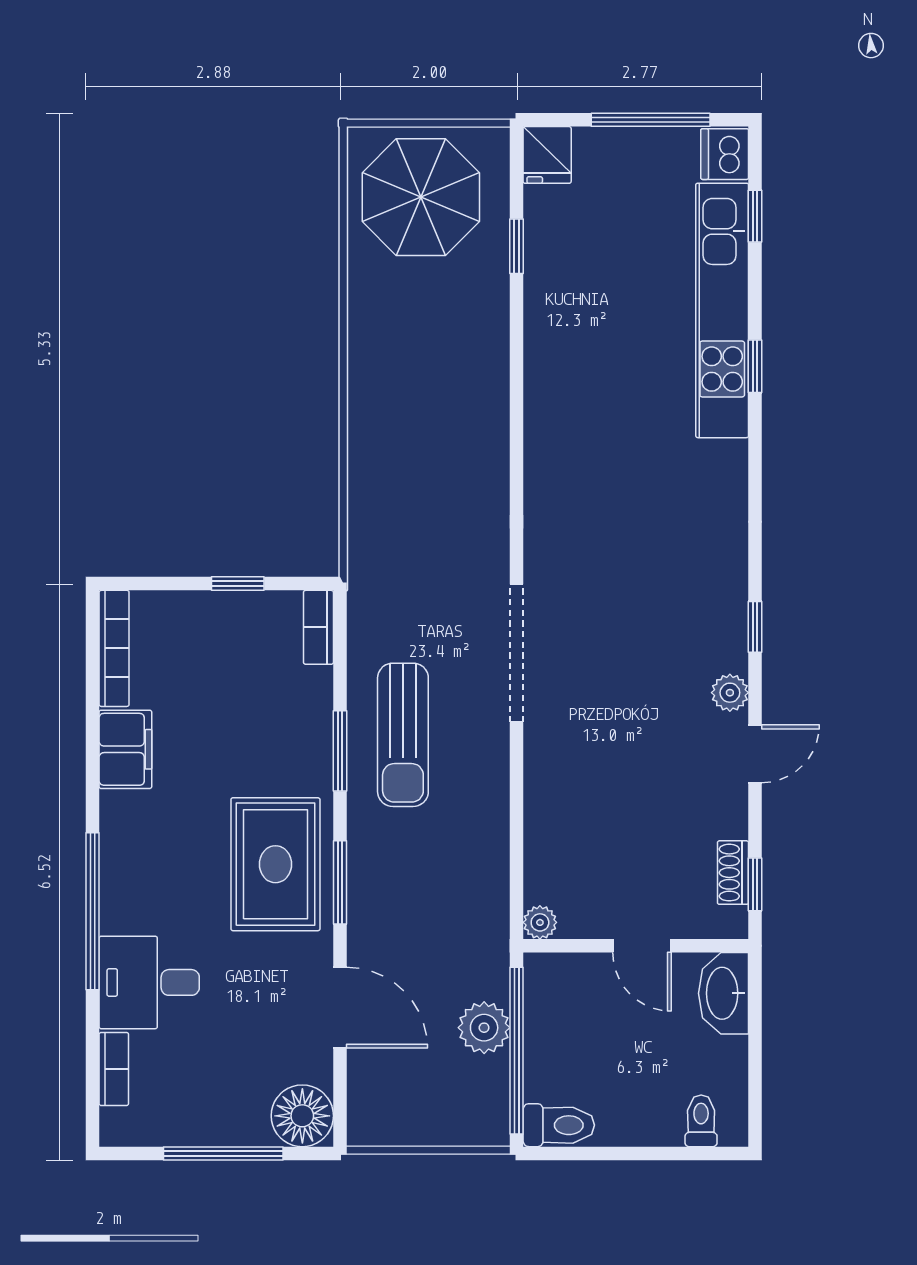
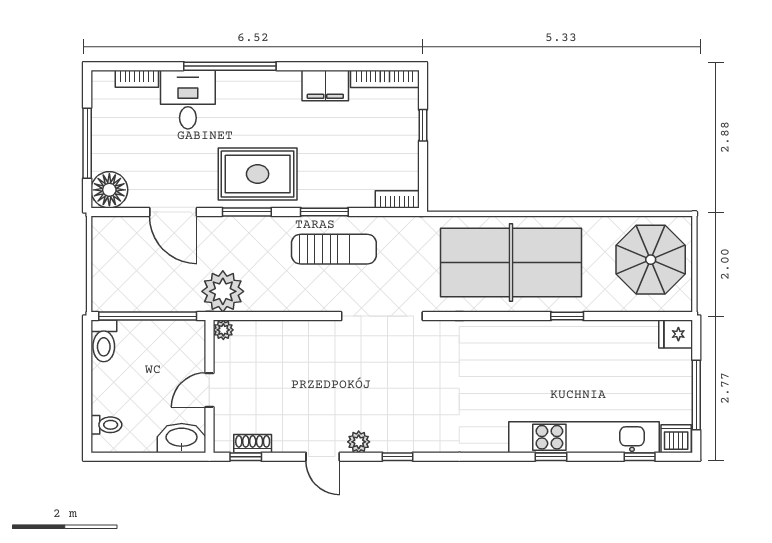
window: (517, 246) -> (567, 316), moved
table tennis table: (426, 434) -> (511, 263), added
window: (238, 584) -> (423, 125), moved
sun lounger: (403, 735) -> (334, 249), turned 180
door: (340, 1008) -> (173, 212), hinge flipped
plant: (484, 1028) -> (223, 291), moved, width x1.36, depth x1.36

